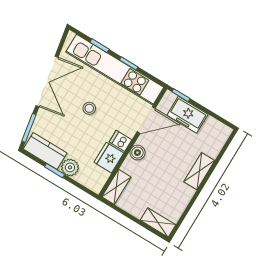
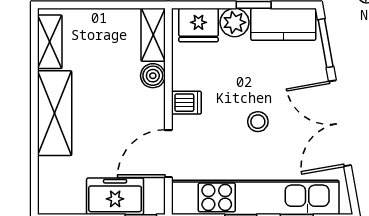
boiler: (137, 153) -> (153, 76), moved
fridge: (109, 158) -> (198, 25), moved, turned 90
shelving: (199, 171) -> (55, 113), width x1.50, depth x1.33
shelving: (158, 223) -> (50, 42), moved, turned 90

